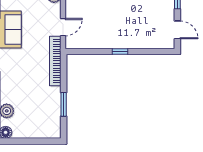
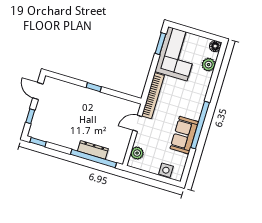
window: (64, 104) -> (160, 44), moved
corner sofa: (43, 113) -> (178, 54), added

